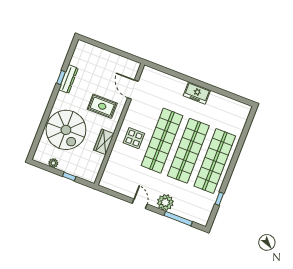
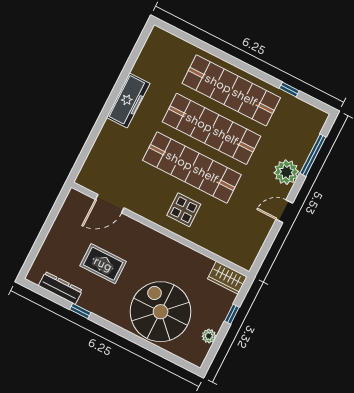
dresser: (68, 79) -> (60, 288), moved
freezer: (197, 93) -> (128, 101), width x1.40
rug: (102, 106) -> (103, 264), moved, turned 90
spiral stairs: (66, 130) -> (161, 312), turned -90
wardrobe: (104, 142) -> (227, 278), moved

